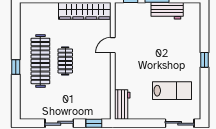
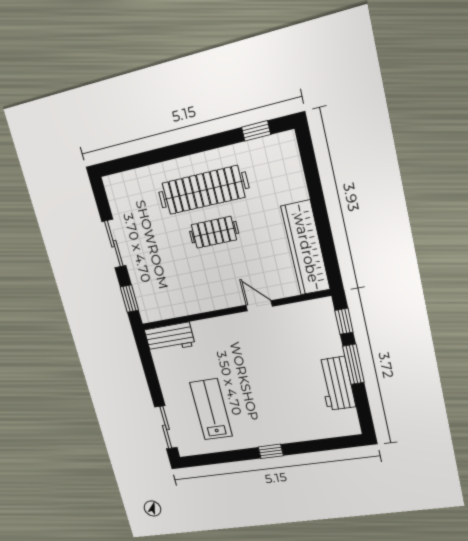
window: (16, 67) -> (256, 131), moved
lab bench: (172, 91) -> (211, 409), turned 180

